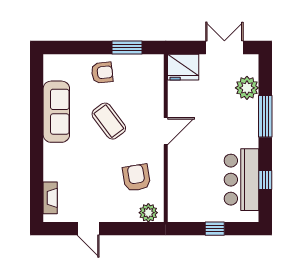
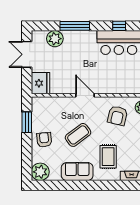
plant: (56, 67) -> (40, 172), added
sofa: (56, 112) -> (77, 172), width x0.73
rug: (78, 164) -> (108, 157), added
armchair: (137, 178) -> (117, 116), turned -68

